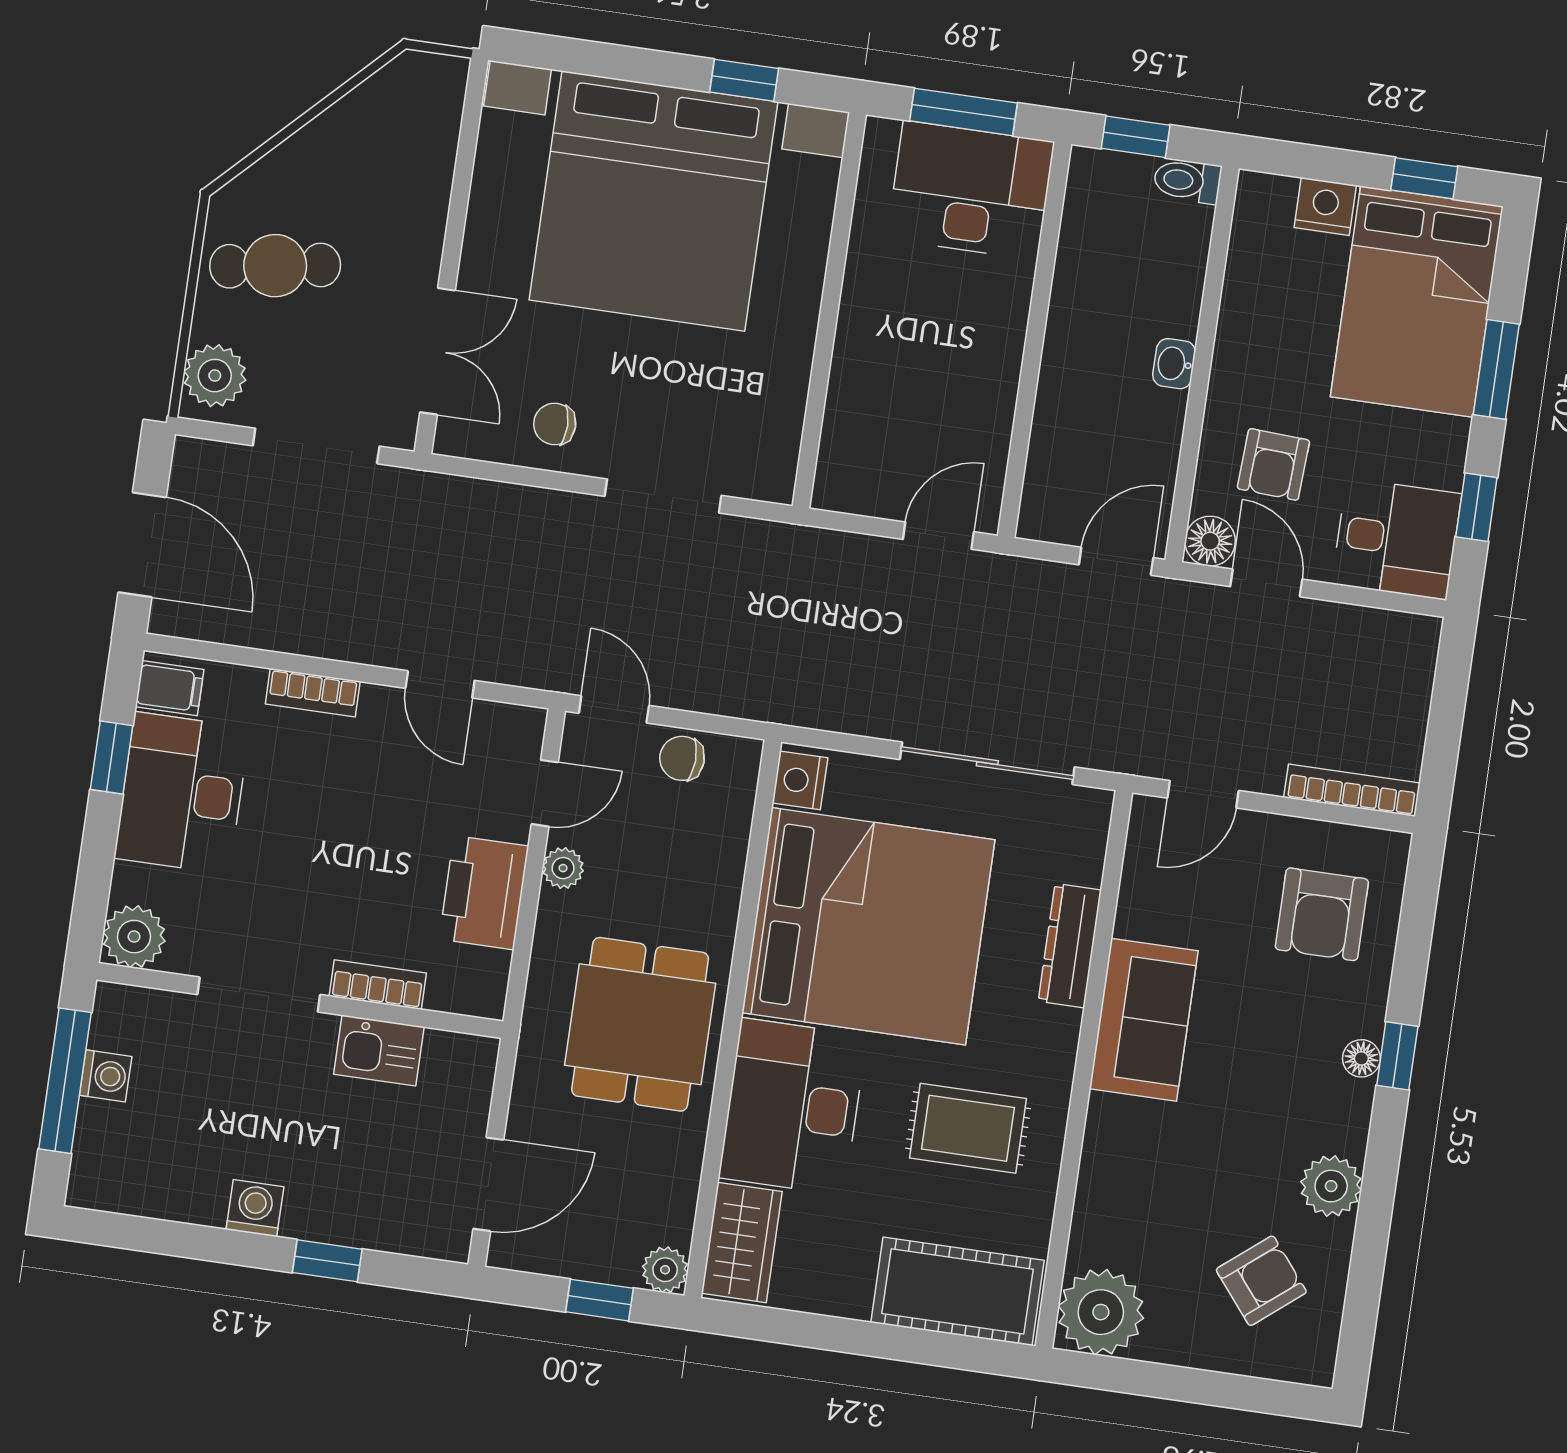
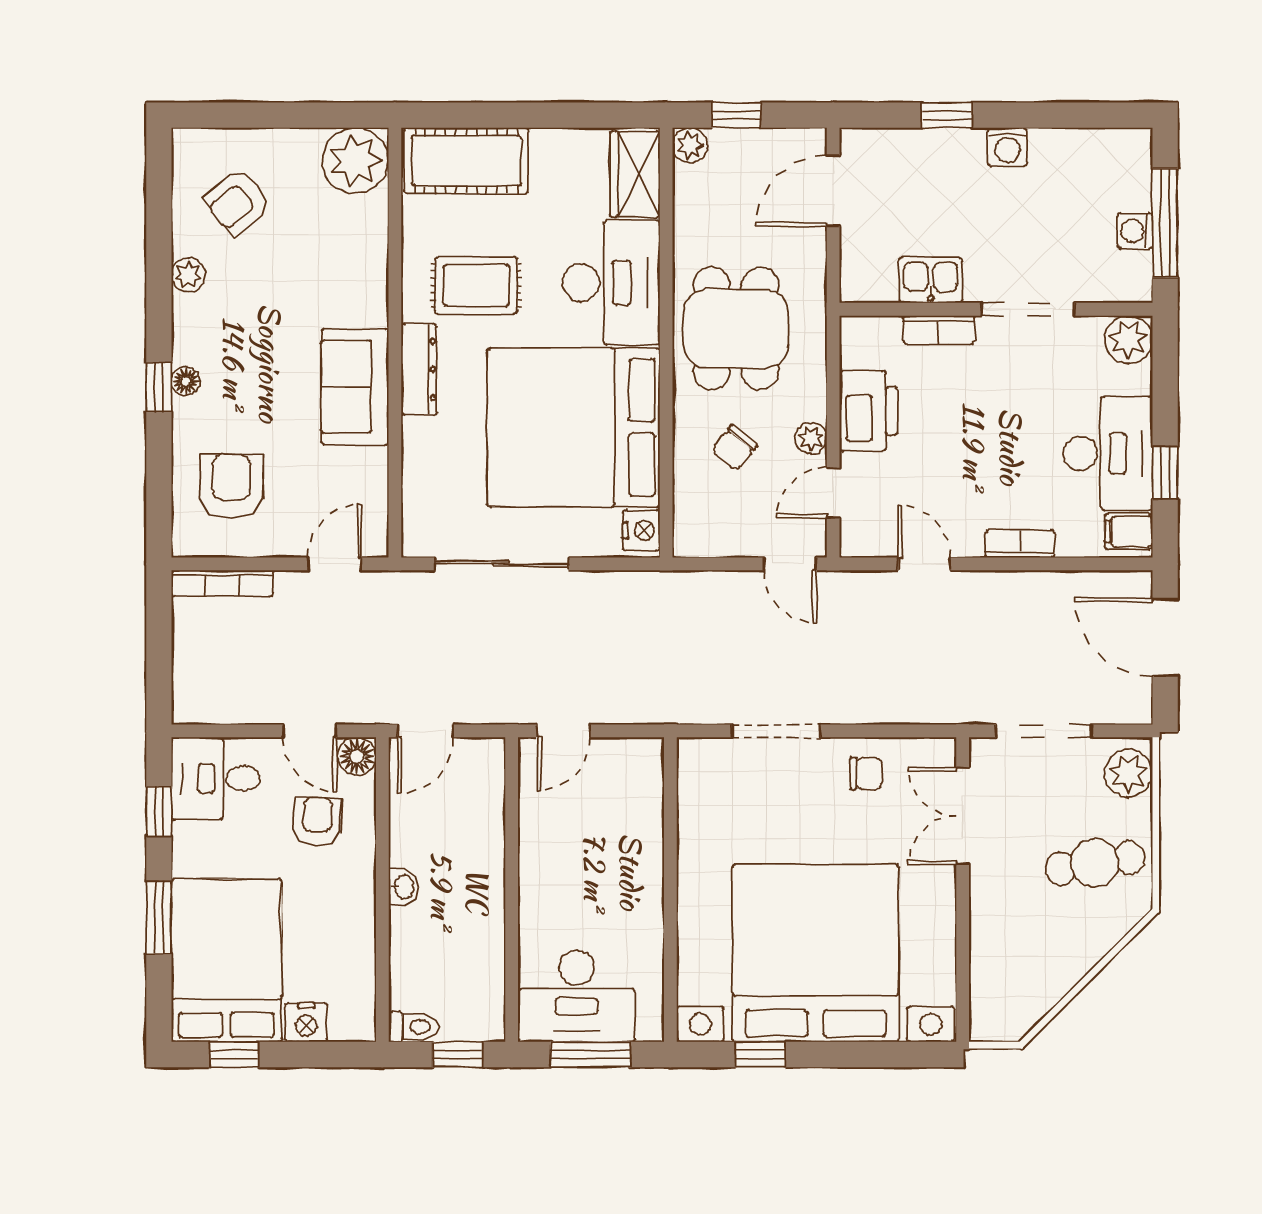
chair: (682, 758) -> (734, 448), moved, turned 127
dresser: (1070, 946) -> (419, 369), moved
plant: (1331, 1186) -> (188, 275), width x0.73, depth x0.73

